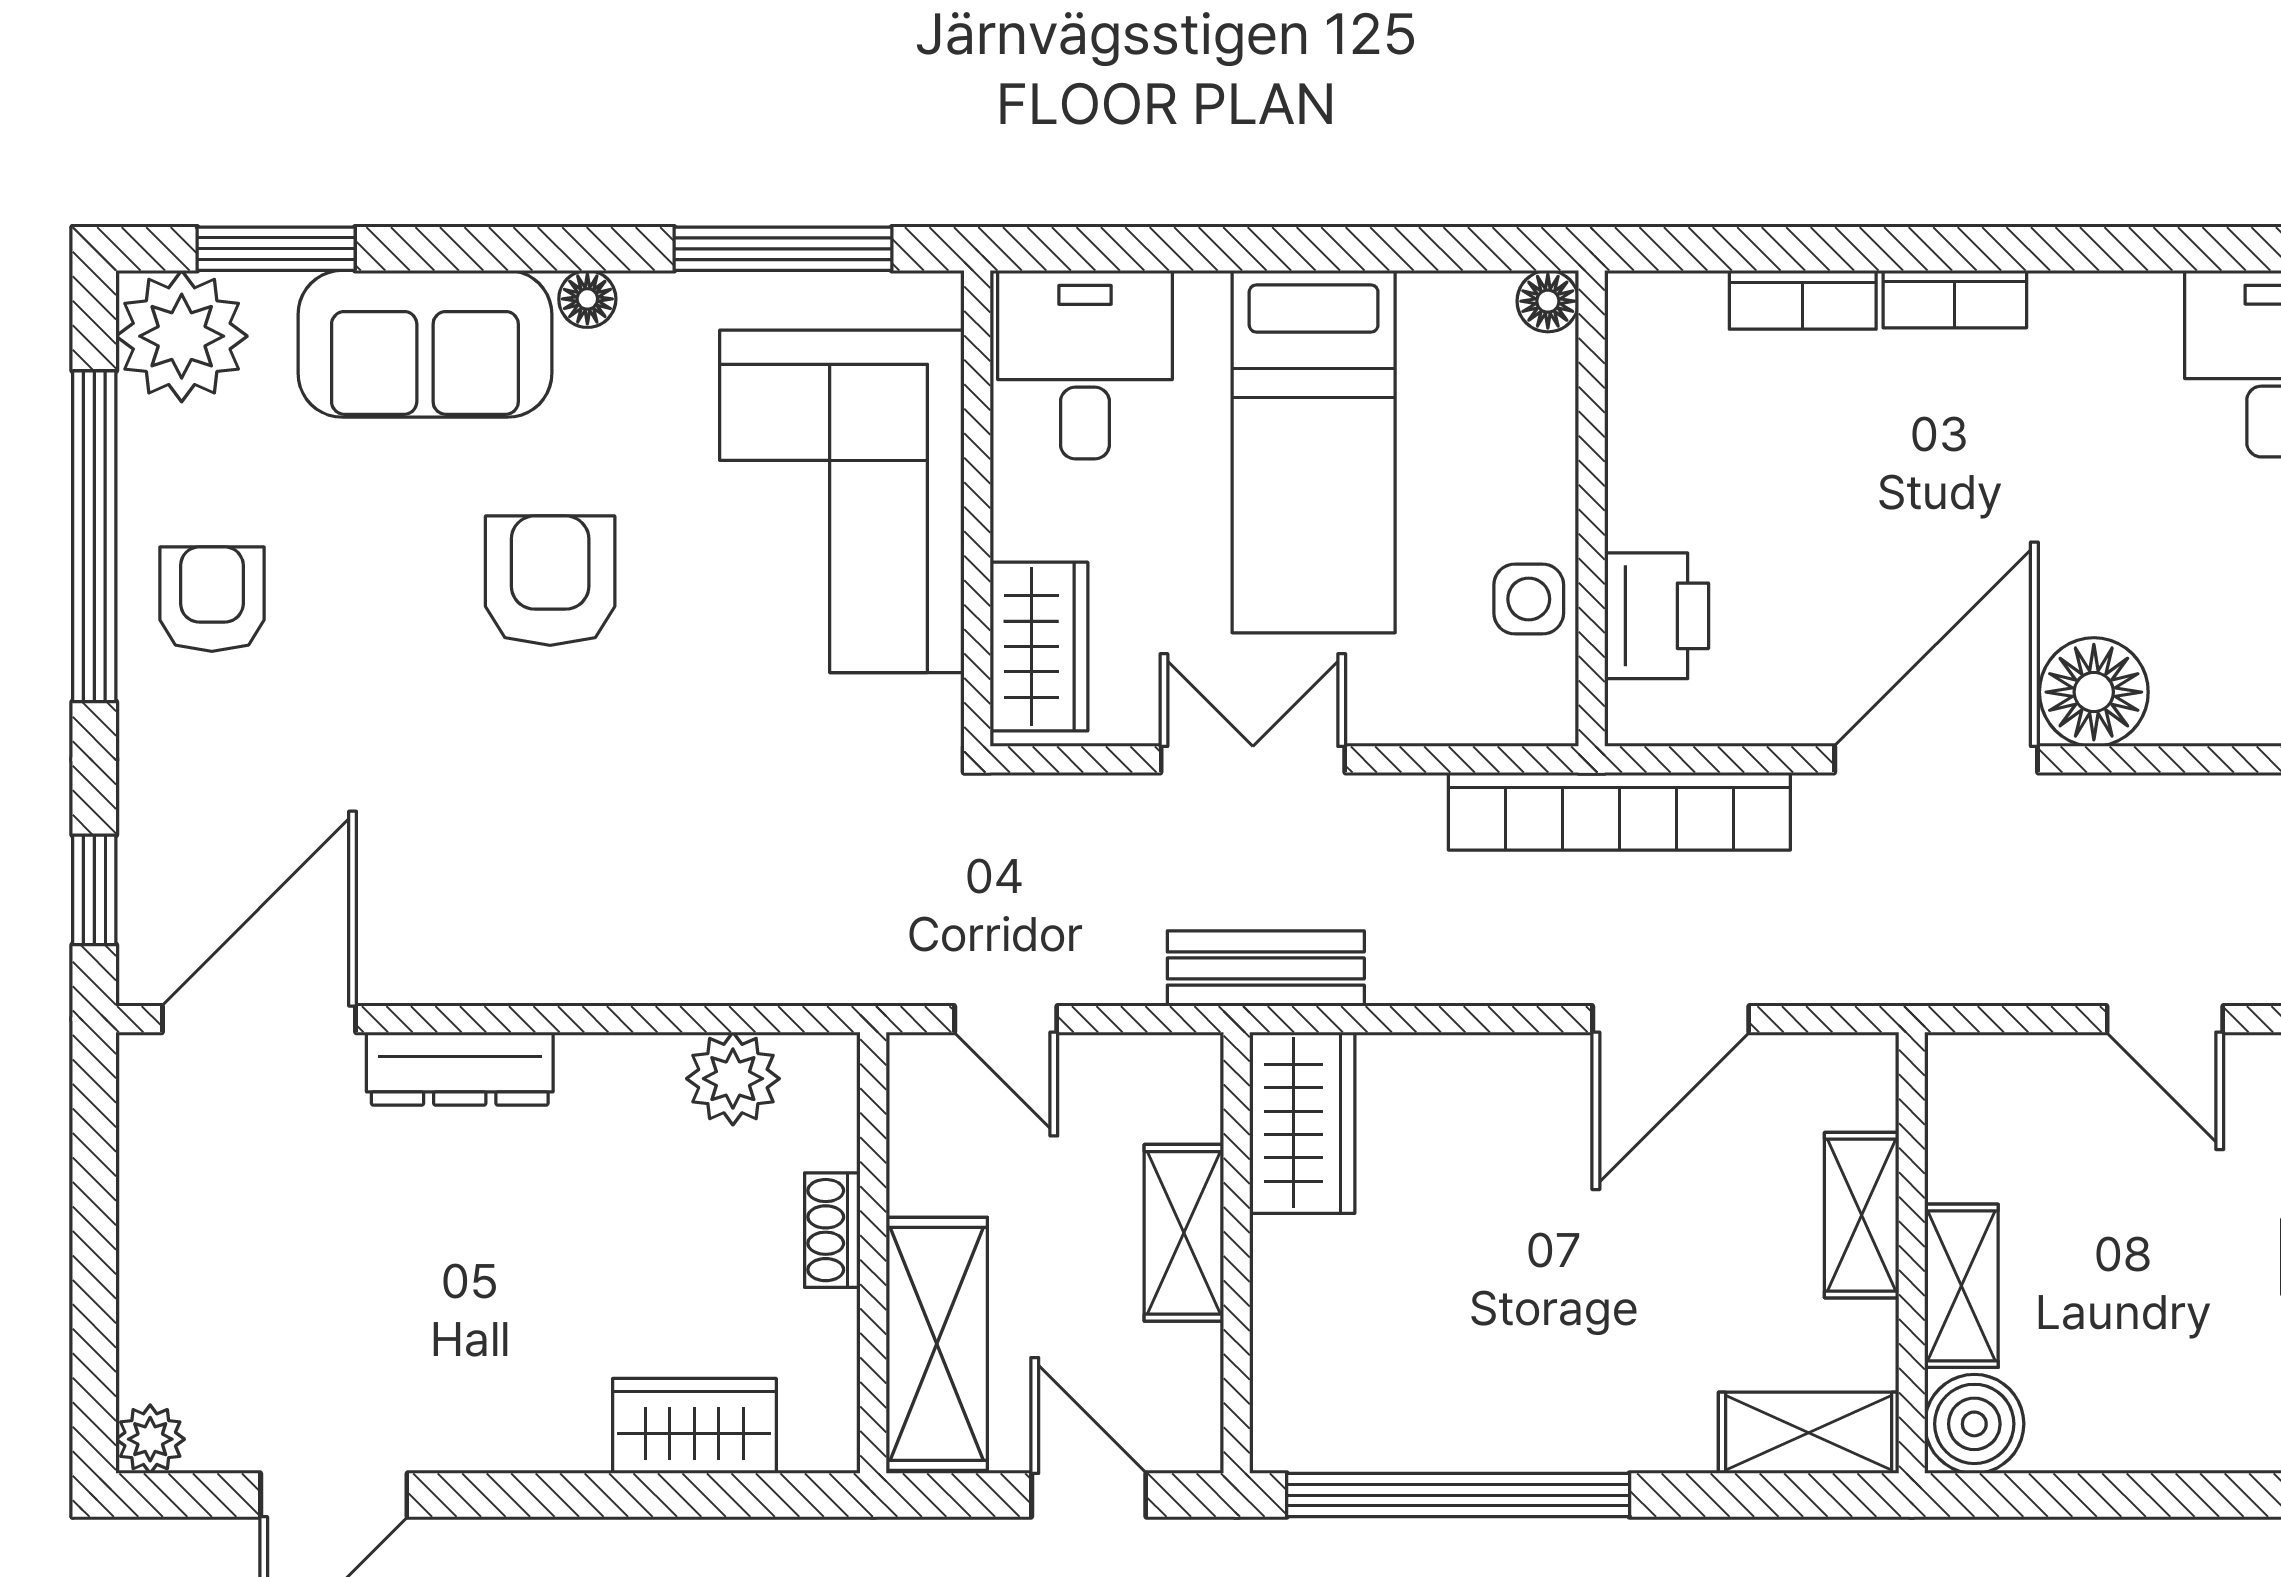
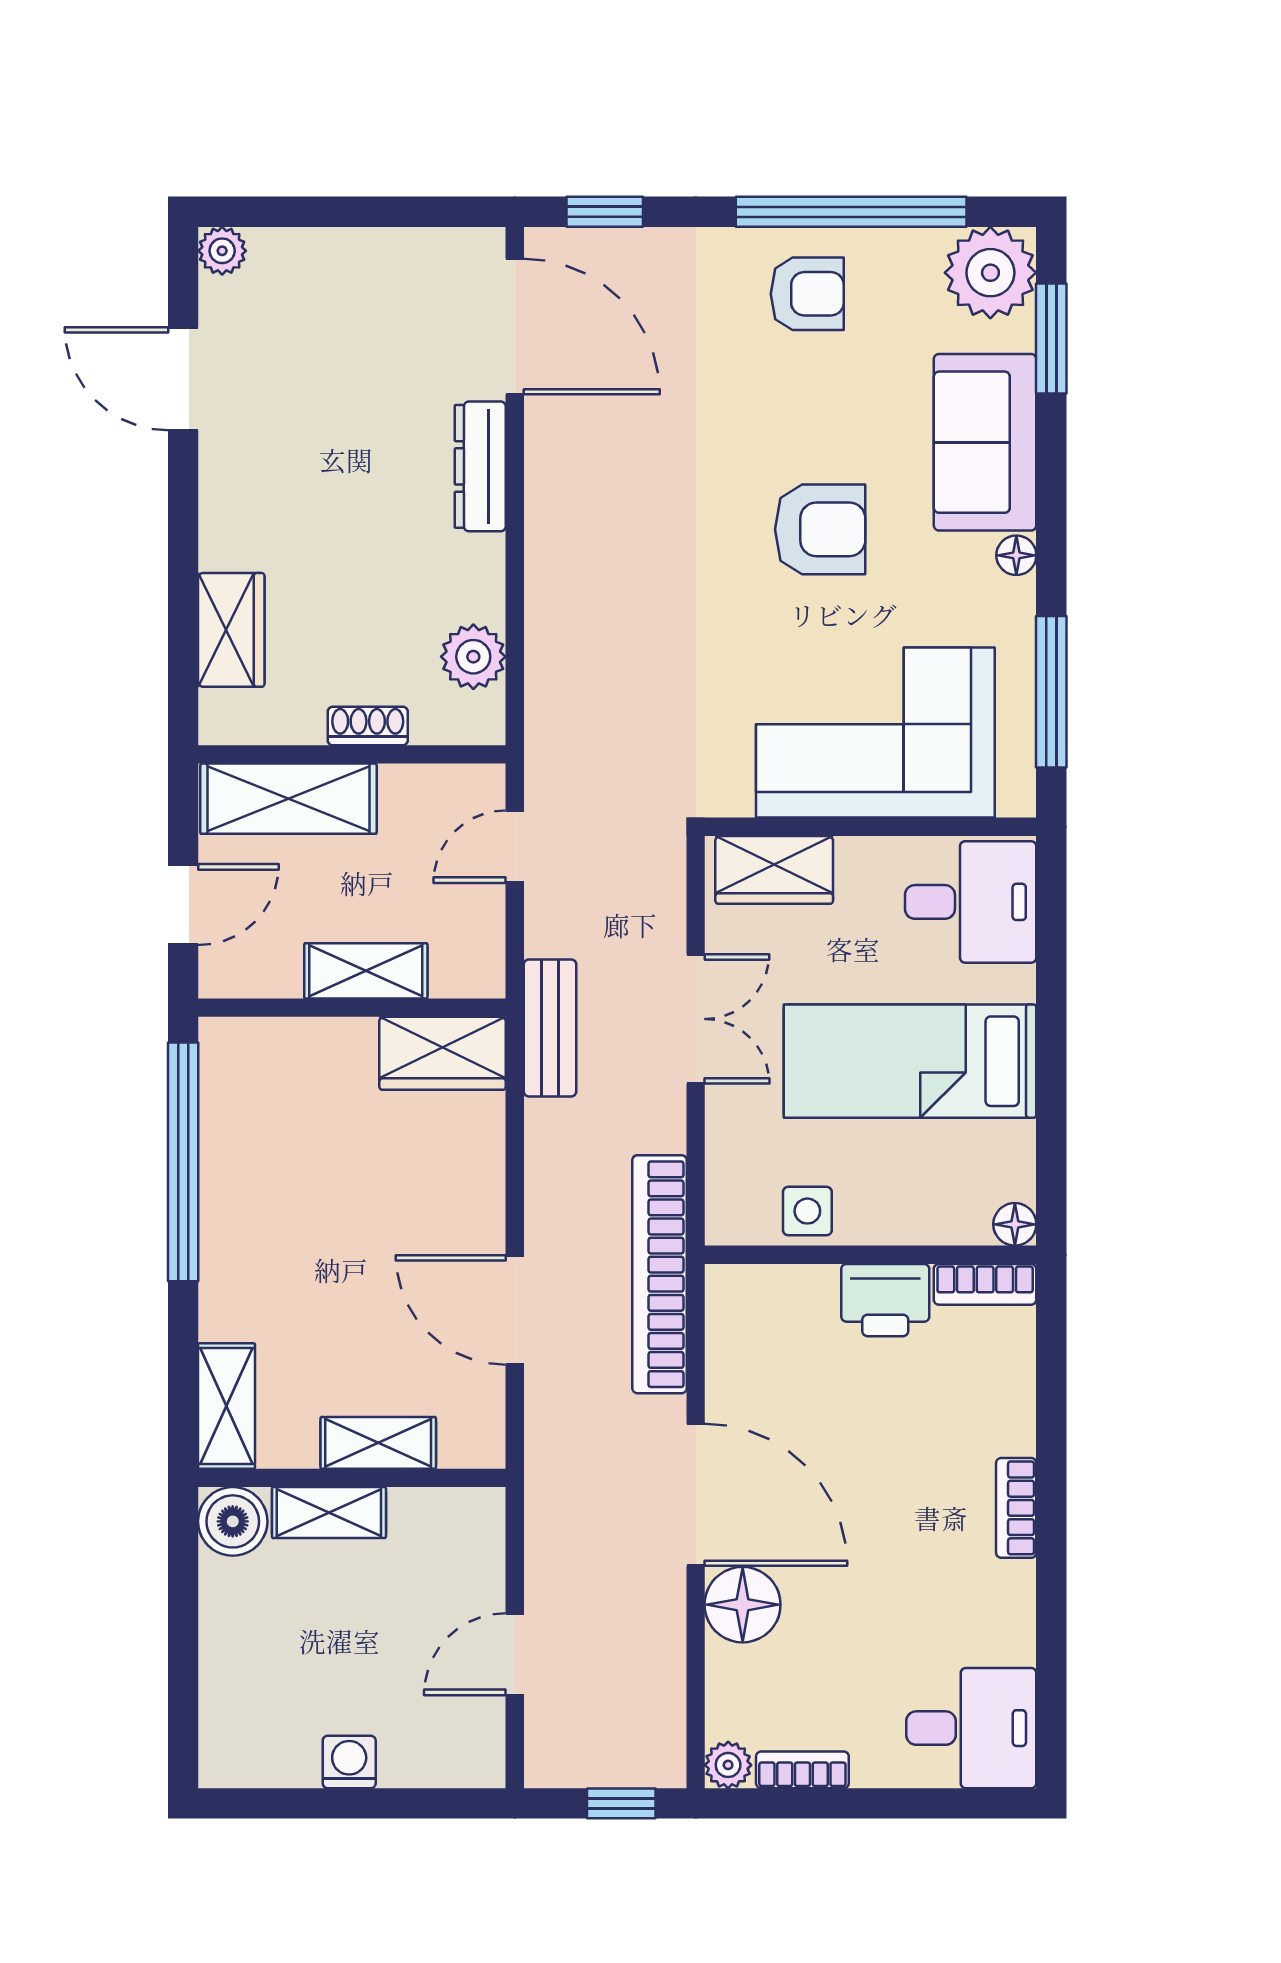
bookcase: (1803, 300) -> (985, 1284), moved, turned -90
printer: (1657, 616) -> (885, 1300), moved

